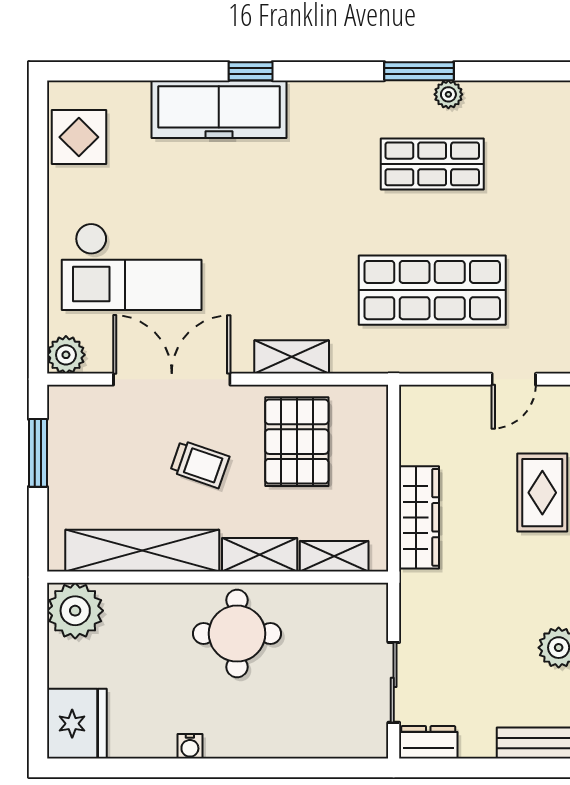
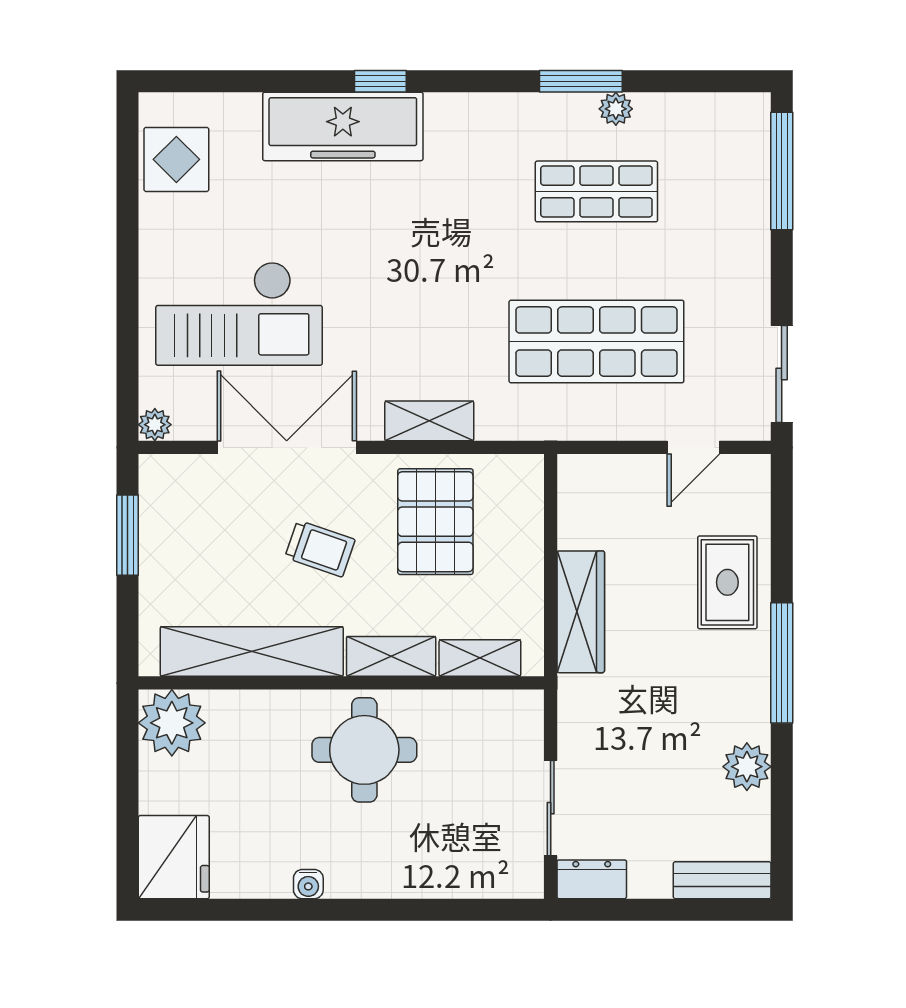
plant: (66, 355) -> (155, 425), width x0.73, depth x0.73

